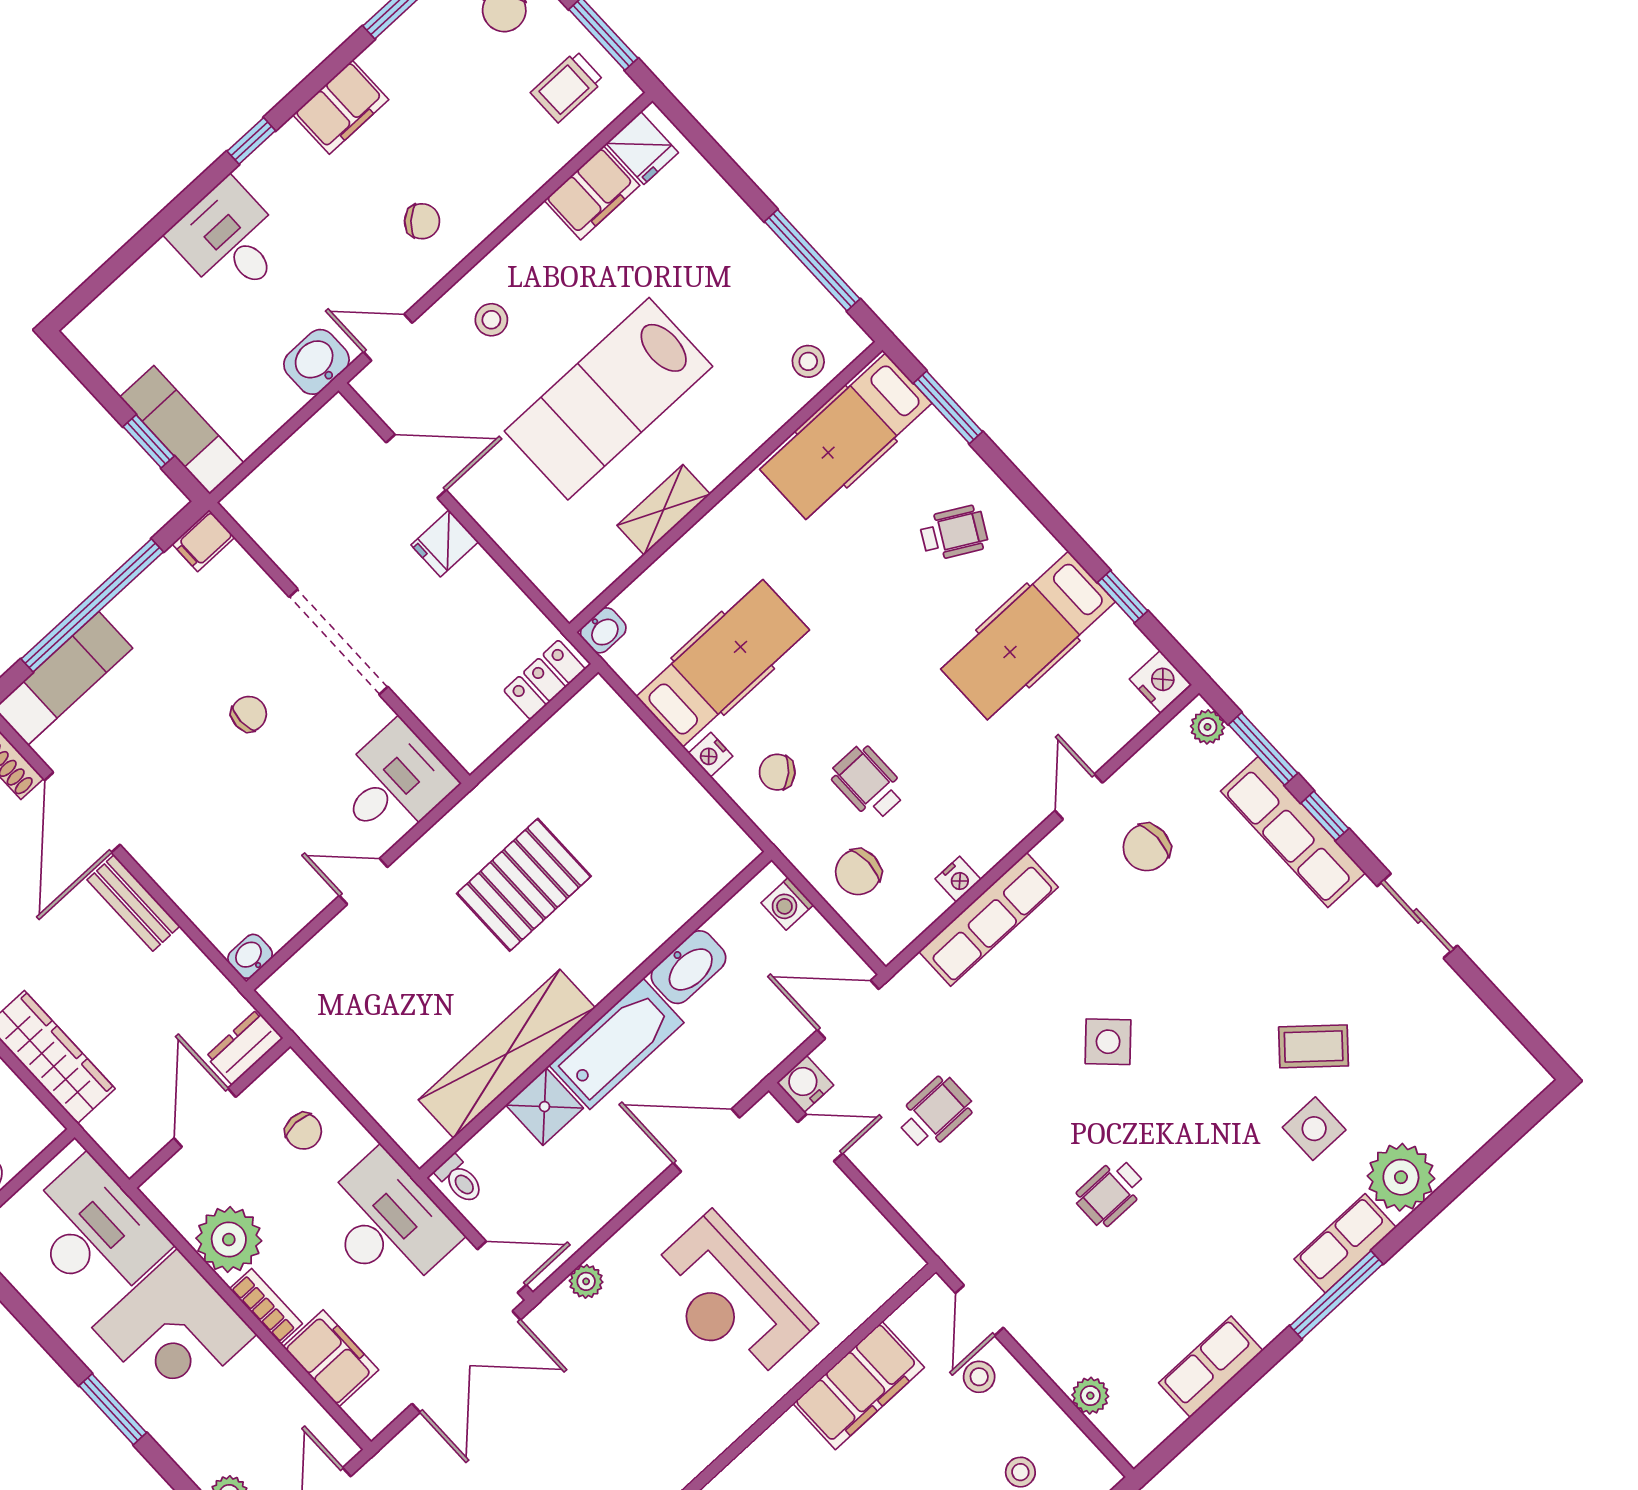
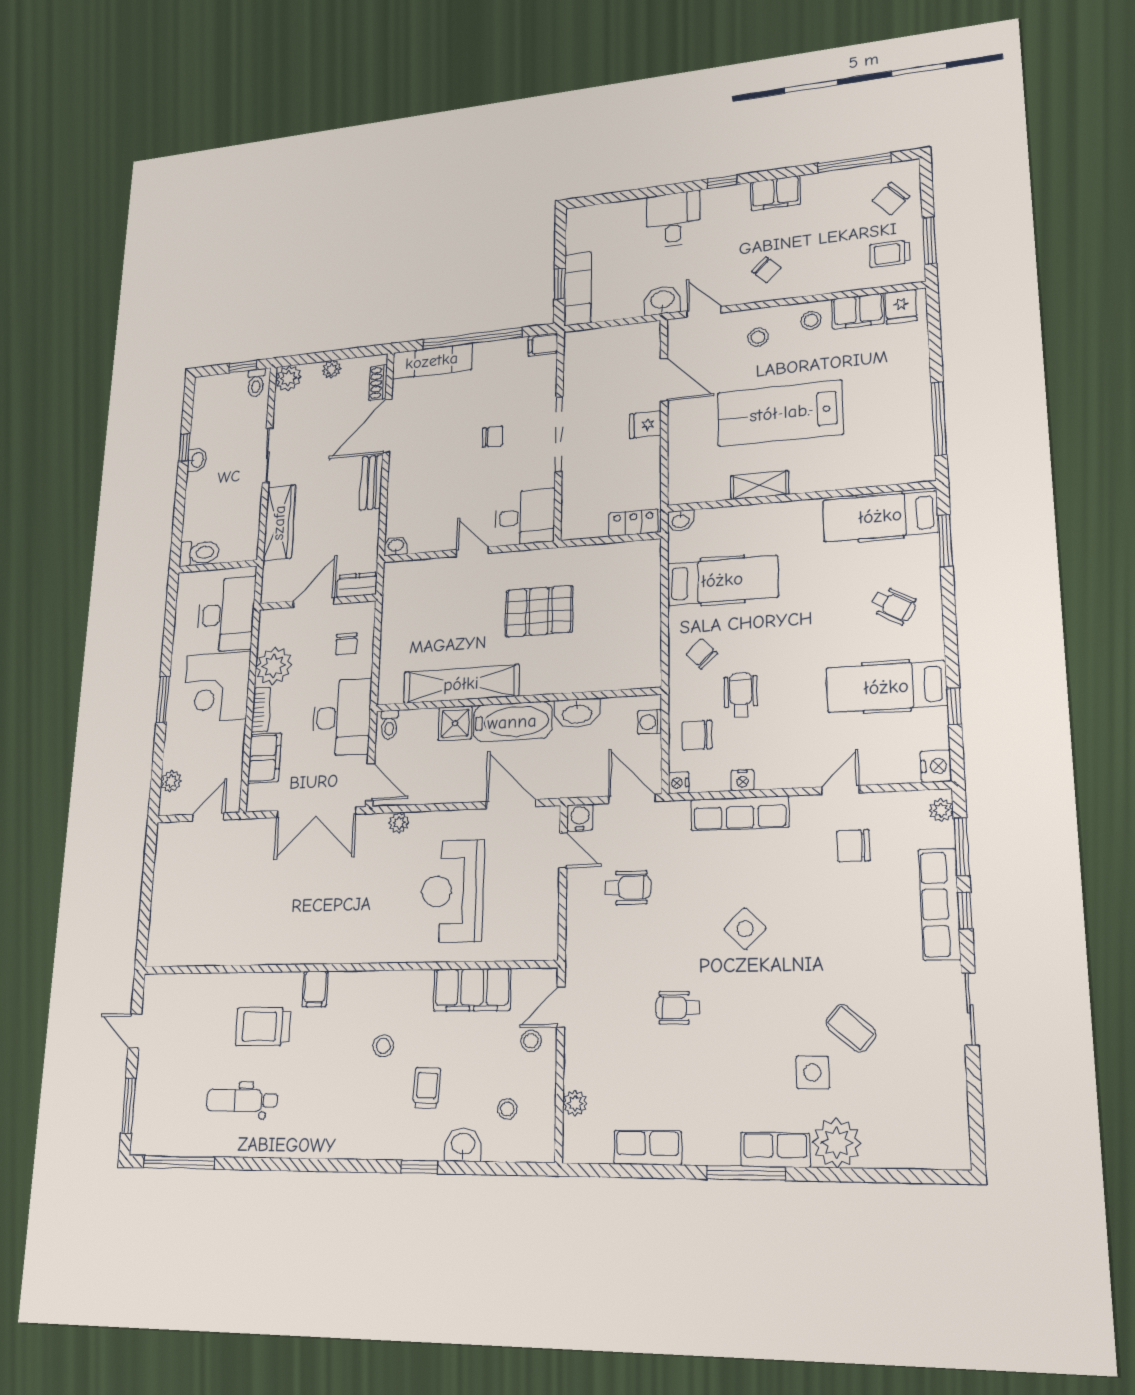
stool: (808, 361) -> (811, 320), moved
nightstand: (711, 755) -> (678, 783), moved

